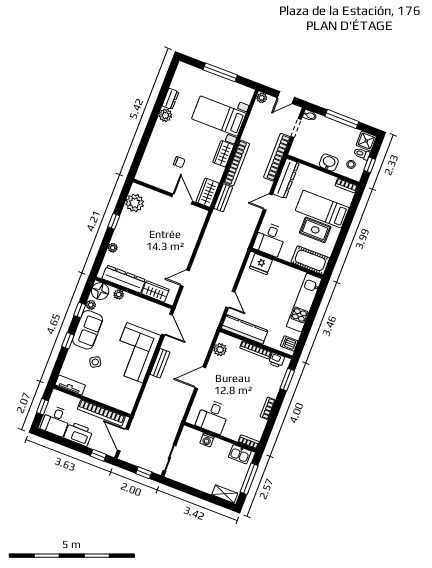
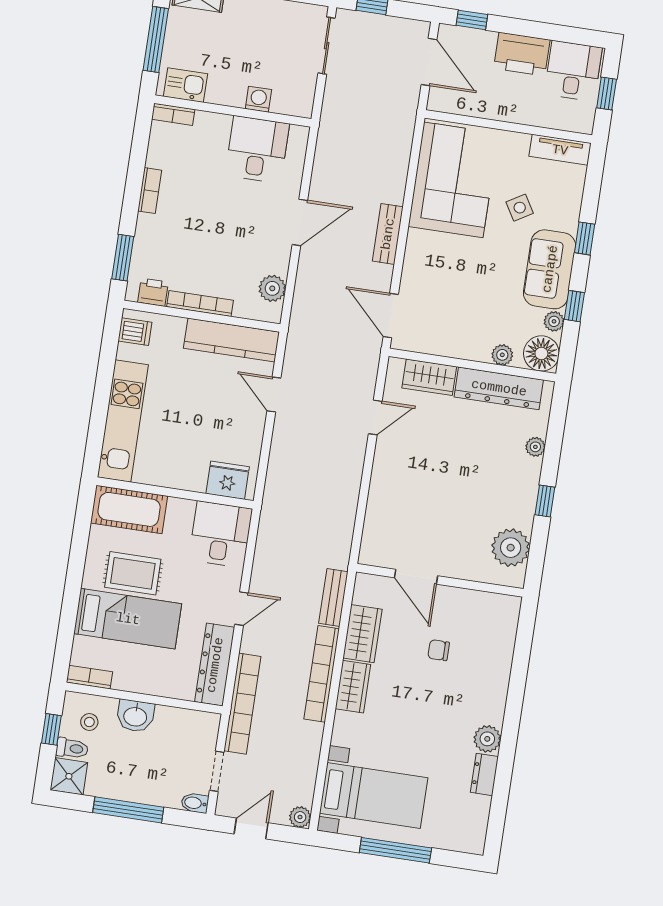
bed with nightstands: (219, 116) -> (374, 796), moved
wardrobe: (208, 193) -> (362, 634), moved
corner sofa: (135, 353) -> (453, 180), moved
bookcase: (101, 413) -> (485, 108), removed

